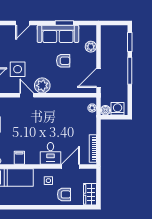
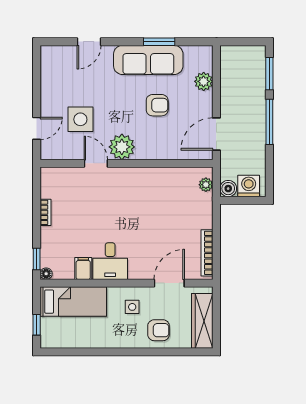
desk: (50, 153) -> (110, 261), moved
wardrobe: (90, 194) -> (202, 321), width x1.50

